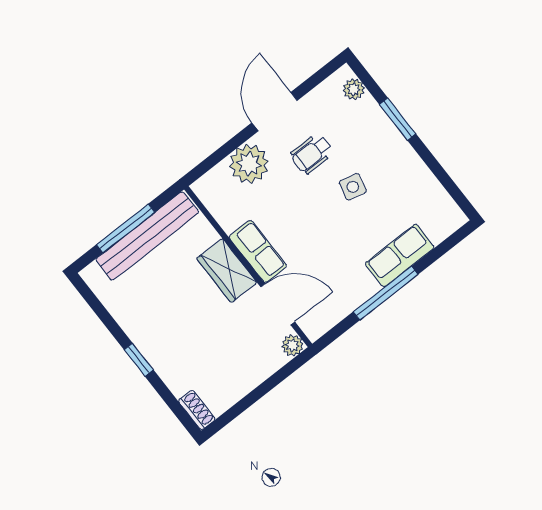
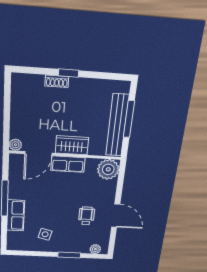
plant: (249, 164) -> (108, 169), moved
side table: (353, 187) -> (45, 234), moved
shoe rack: (197, 410) -> (57, 81), moved

